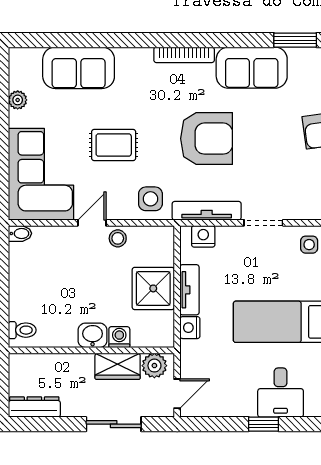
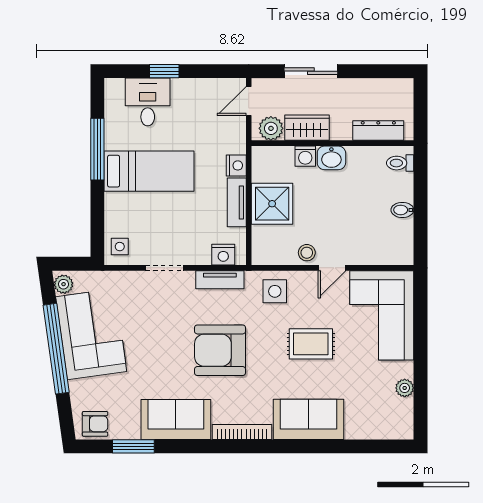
sofa: (79, 68) -> (308, 419), moved
tv unit: (207, 211) -> (220, 280), width x0.71
bidet: (20, 233) -> (402, 210), moved
dresser: (34, 407) -> (378, 131), moved, turned 180

